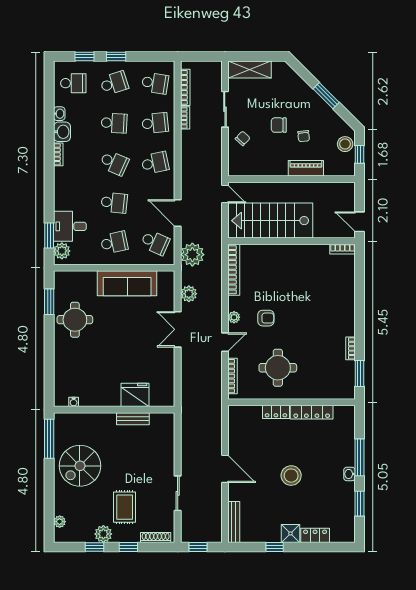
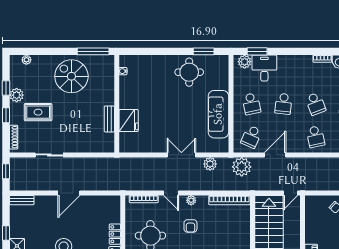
school desk: (114, 163) -> (315, 104), turned -45
bench: (234, 522) -> (22, 200), width x0.73

